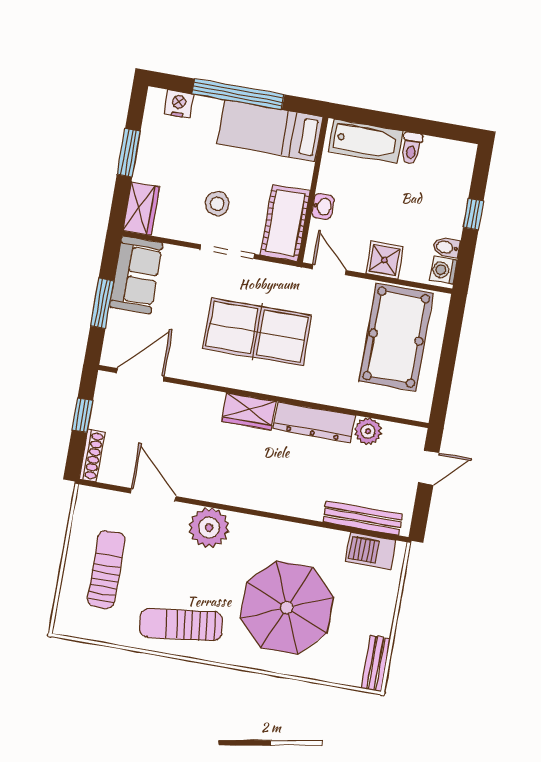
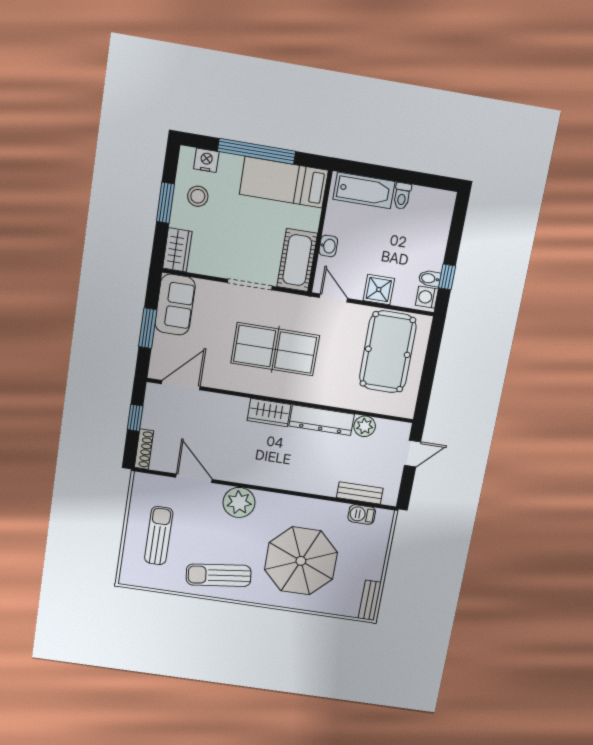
stool: (217, 204) -> (198, 196), moved
window: (473, 214) -> (447, 277), moved
bench: (362, 518) -> (360, 493), width x0.73
barbecue: (371, 551) -> (362, 514), width x0.73, depth x0.79

